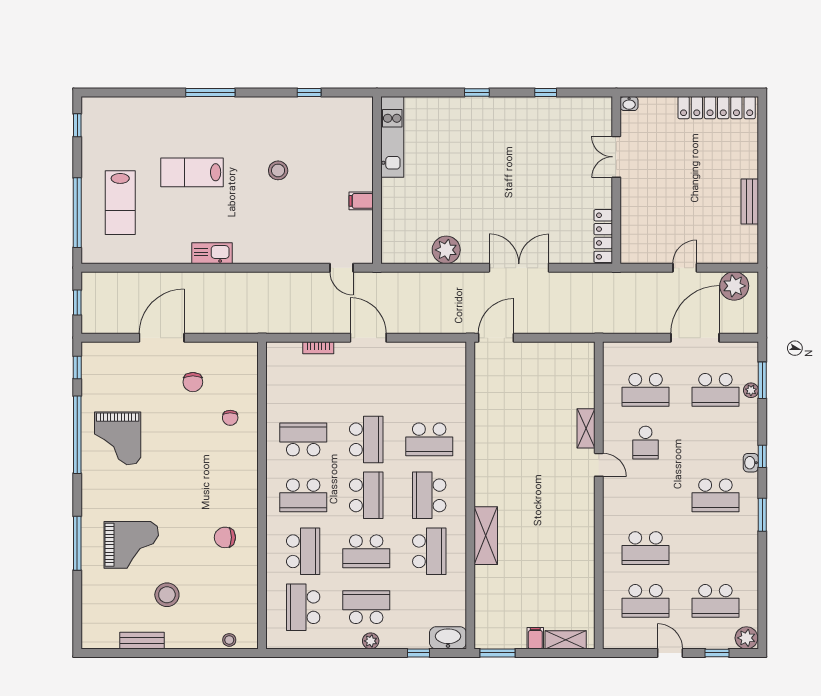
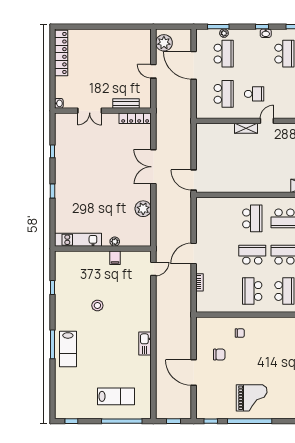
lab bench: (192, 172) -> (68, 349), moved
plant: (389, 201) -> (115, 242), added
bench: (750, 202) -> (126, 103), moved

